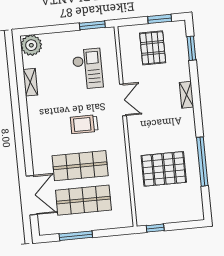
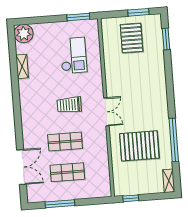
shelving: (187, 95) -> (169, 181), moved
double door: (123, 100) -> (106, 112), moved
shop shelf: (80, 166) -> (65, 142), width x0.70, depth x0.74
shop shelf: (83, 200) -> (67, 172), width x0.70, depth x0.74

